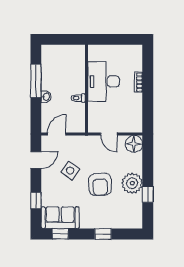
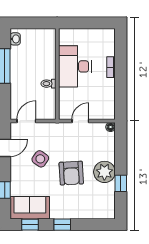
washbasin: (46, 97) -> (15, 39), moved
door: (109, 134) -> (80, 121), swing flipped
floor lamp: (134, 144) -> (111, 127), width x0.53, depth x0.53
window: (103, 234) -> (62, 225), moved

